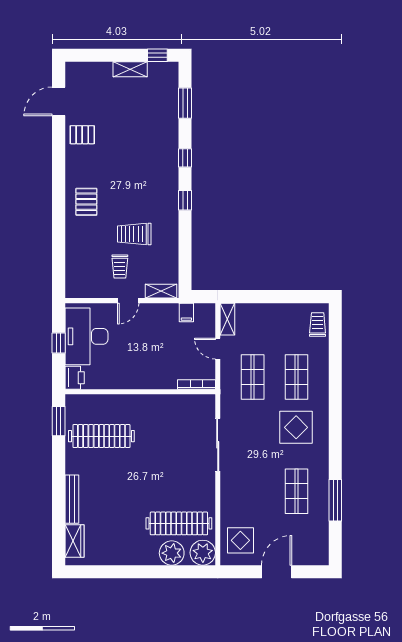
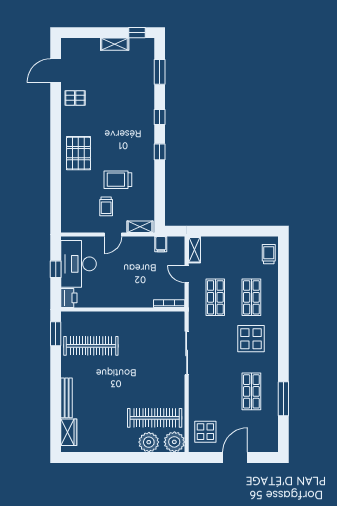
pallet: (86, 202) -> (78, 153), width x1.50, depth x1.42

